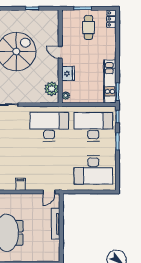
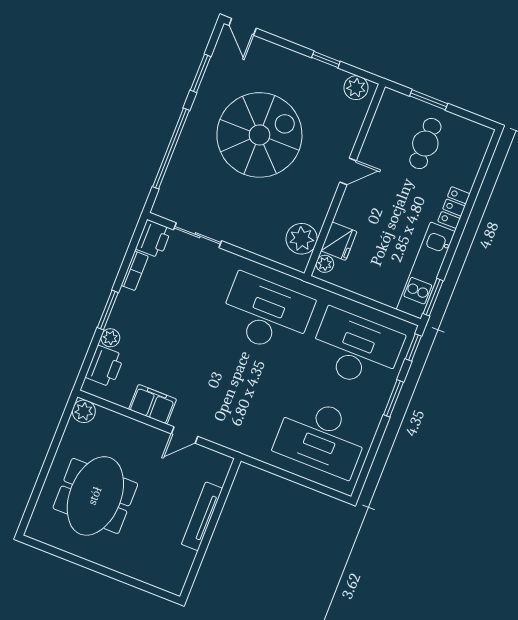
plant: (50, 15) -> (356, 88), added
locker: (111, 19) -> (454, 208), moved
door: (60, 52) -> (348, 171), swing flipped
fridge: (68, 73) -> (339, 241), moved
filing cabinet: (20, 184) -> (153, 404), width x2.00
door: (49, 192) -> (185, 435), moved

